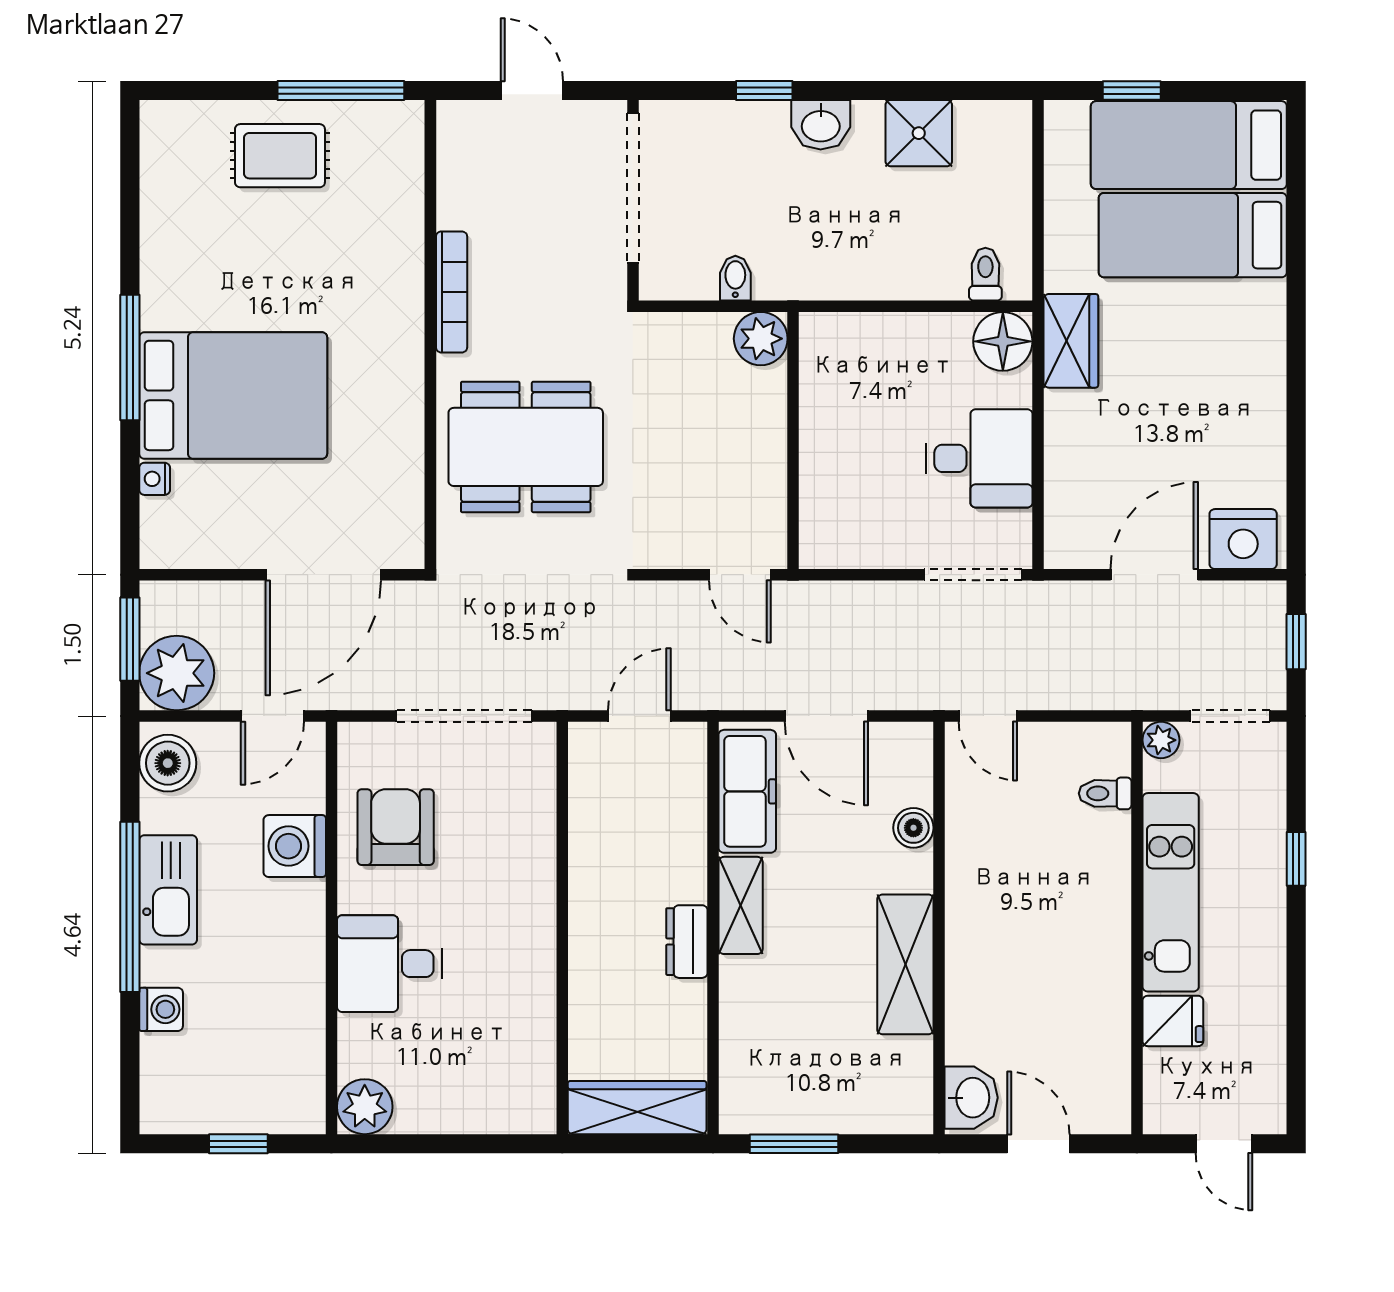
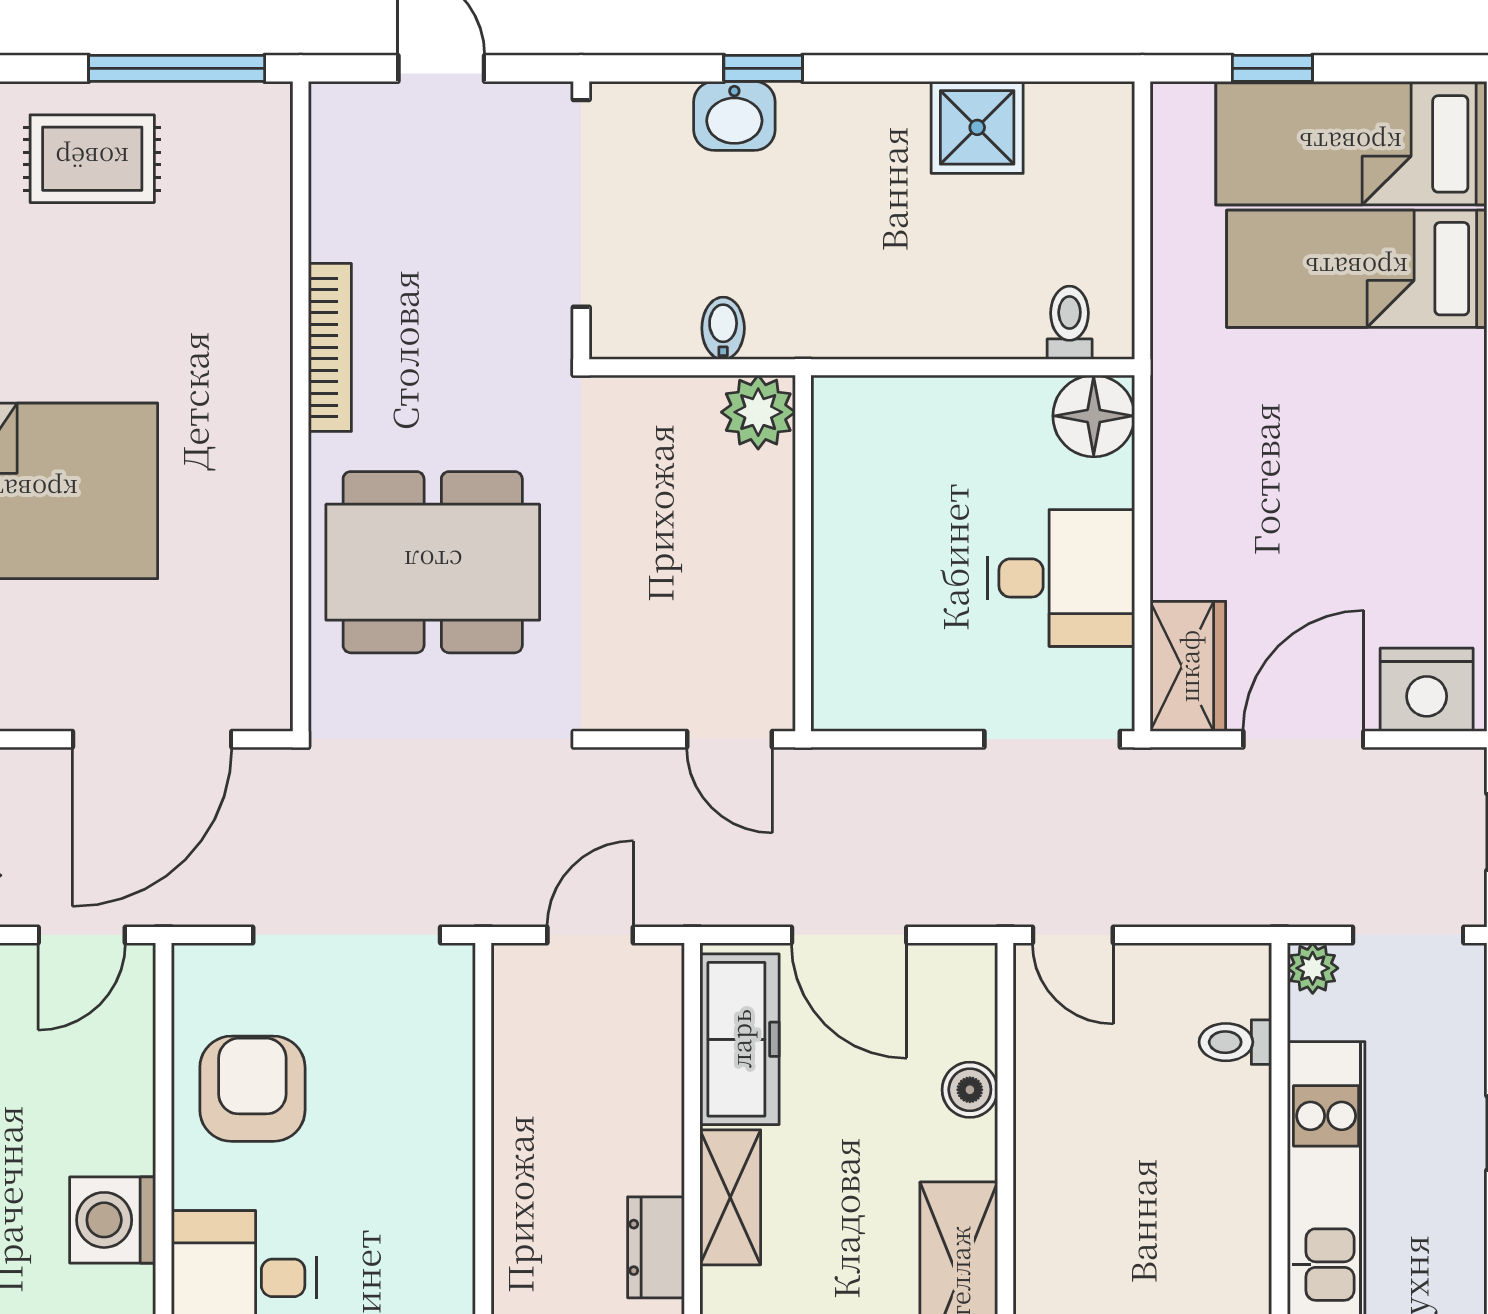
washbasin: (821, 125) -> (734, 116), moved
wardrobe: (1071, 341) -> (1188, 666), moved
washing machine: (295, 846) -> (113, 1220), moved

